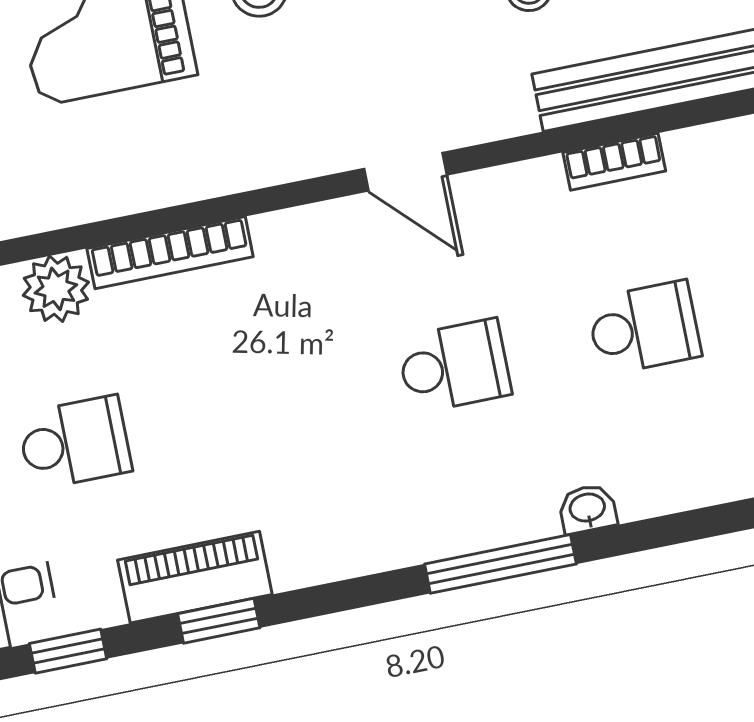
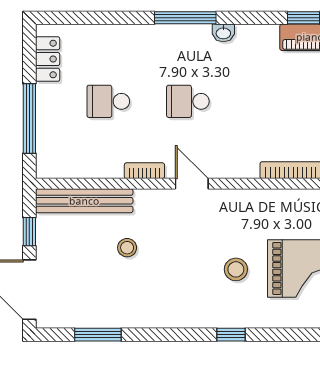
bookcase: (614, 162) -> (144, 171), moved
washbasin: (587, 509) -> (223, 33), moved

